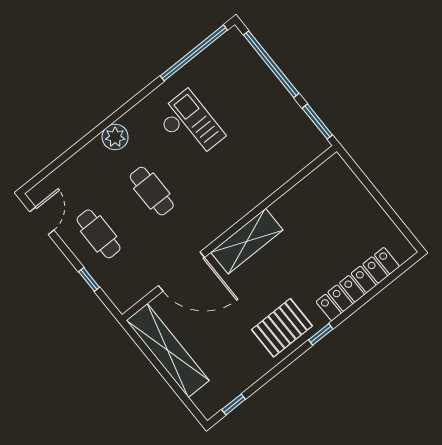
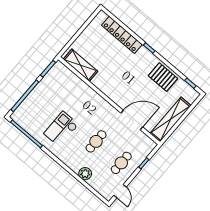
plant: (115, 137) -> (85, 174), moved
door: (42, 221) -> (120, 191), swing flipped
shelving: (247, 241) -> (81, 65), moved
door: (181, 272) -> (132, 120), hinge flipped
pallet: (282, 328) -> (163, 77), moved

